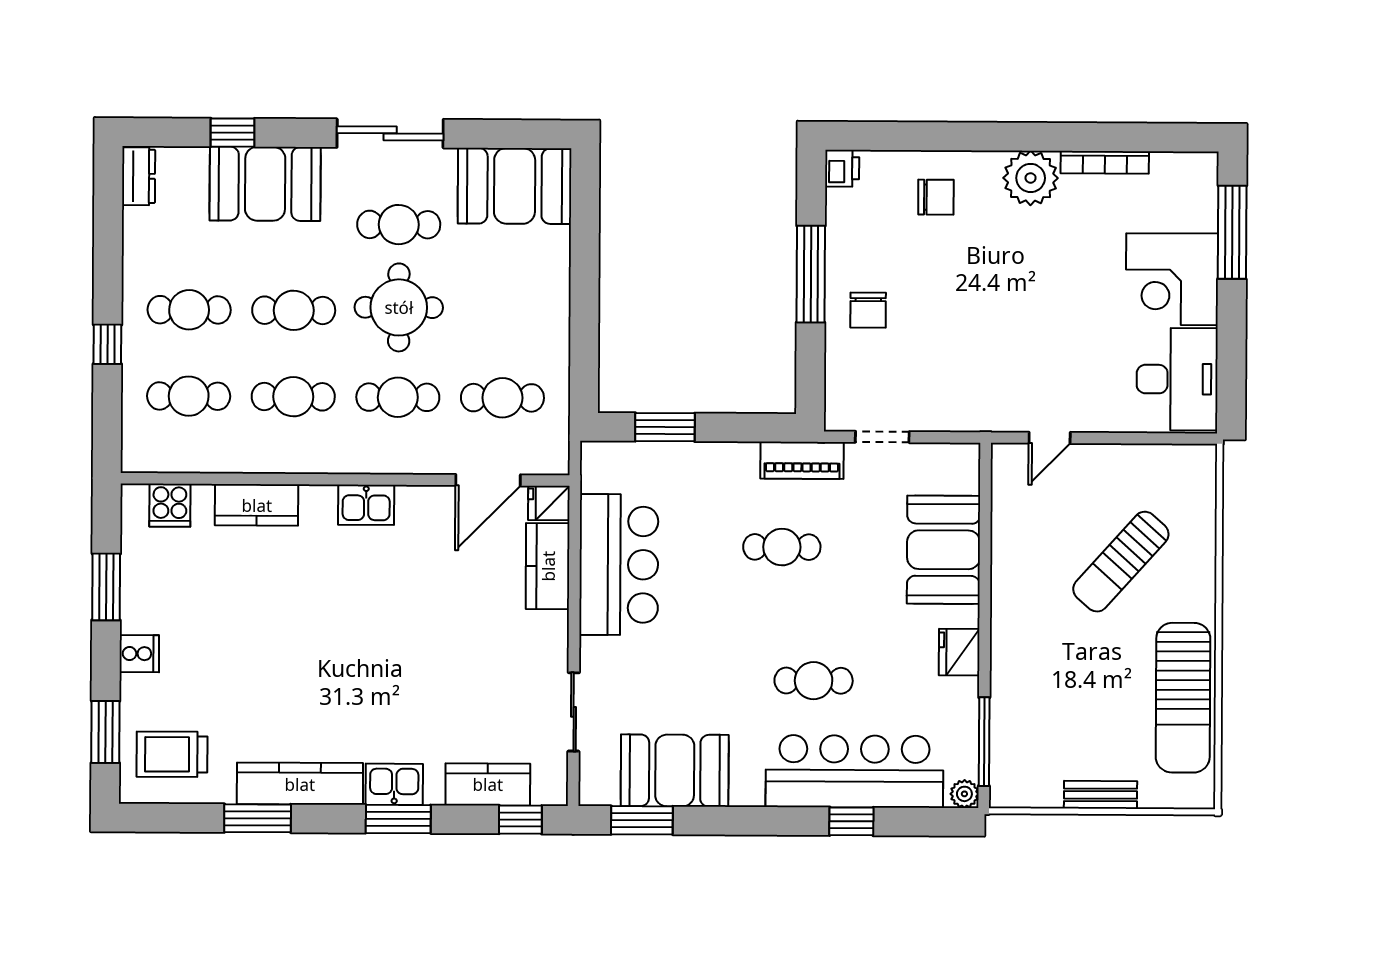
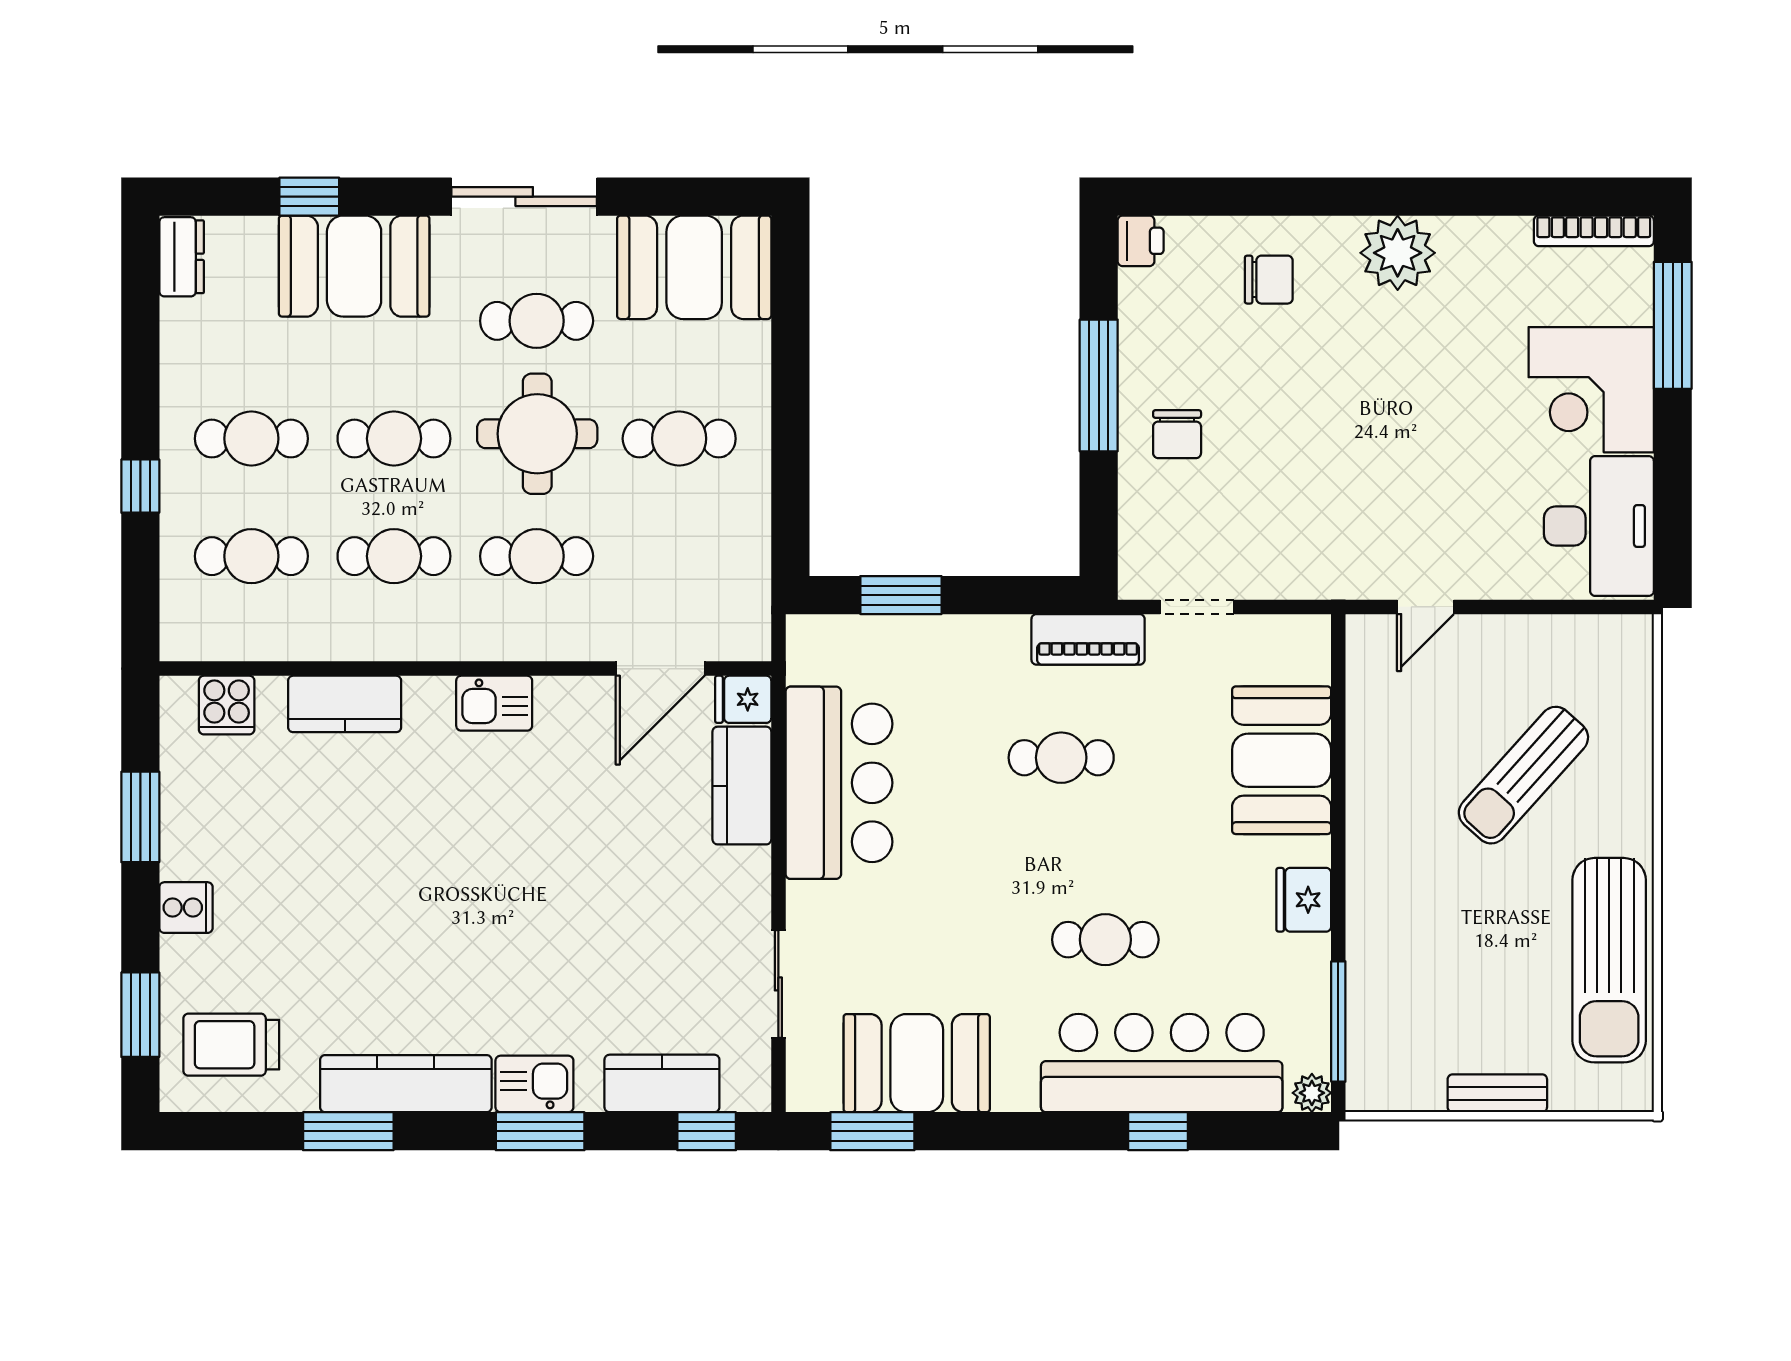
bookcase: (1105, 162) -> (1594, 231), moved
cafe table: (502, 398) -> (679, 439), moved

